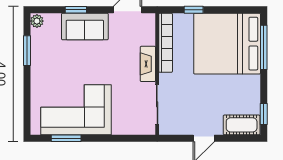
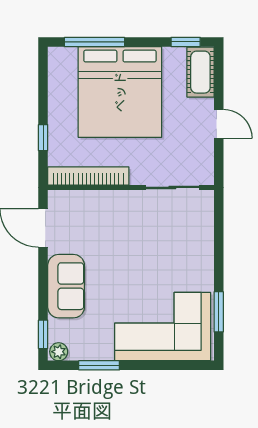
window: (76, 10) -> (43, 334), moved
bed: (227, 44) -> (120, 92), moved
fireplace: (148, 64) -> (117, 200), removed
corner sofa: (76, 110) -> (163, 326), moved, turned 90

